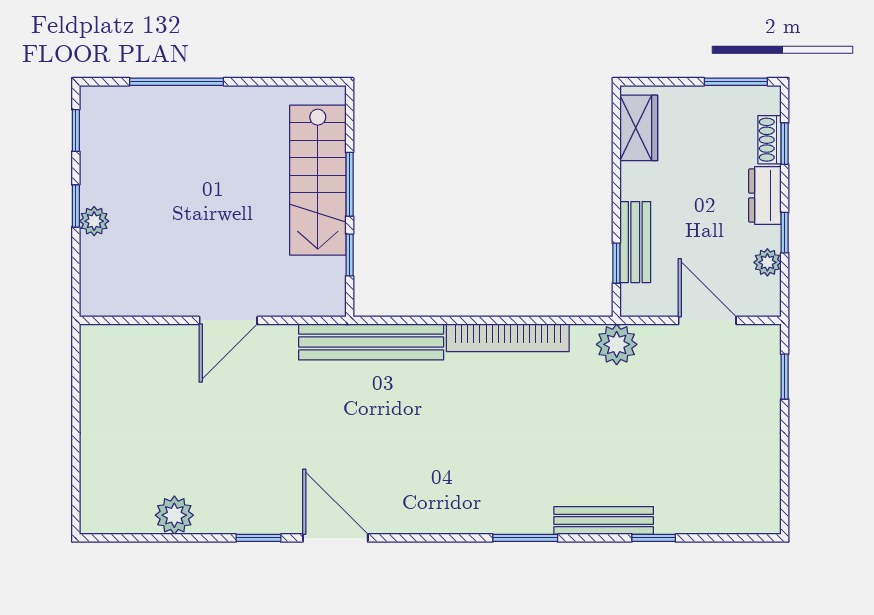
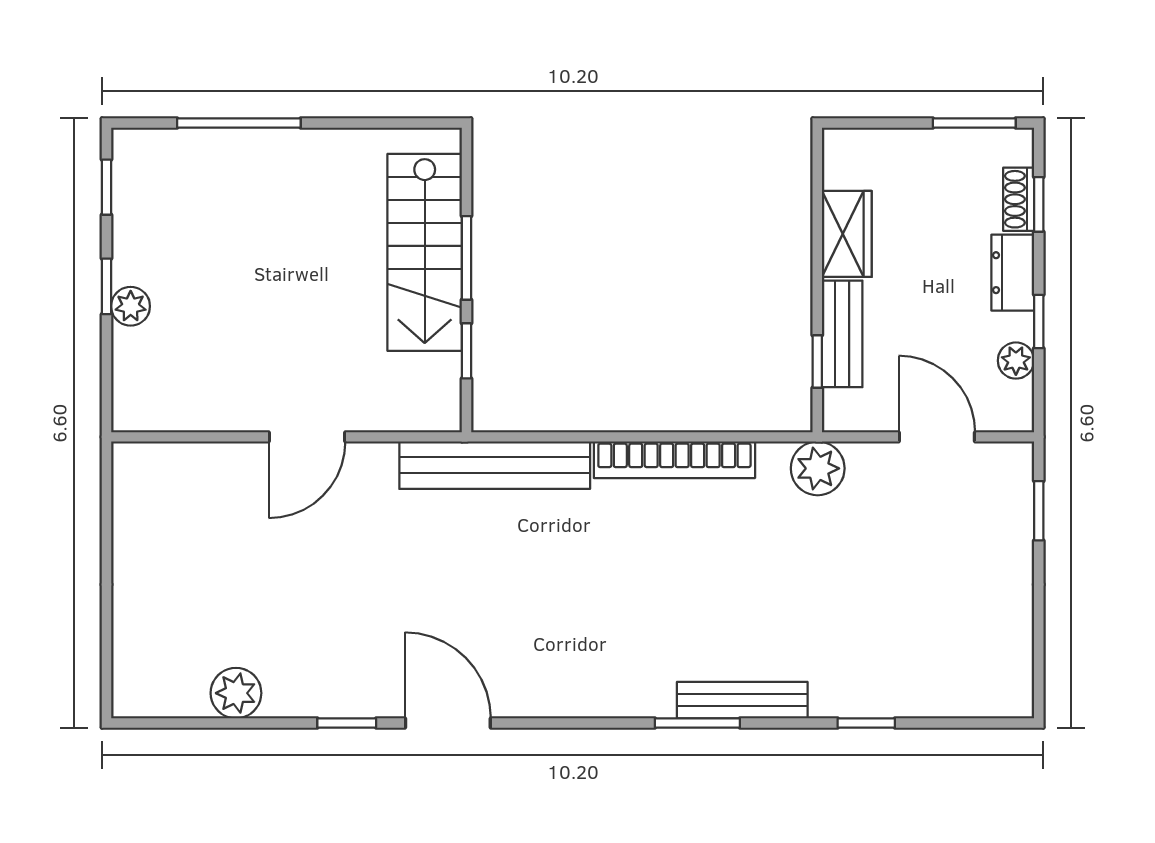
wardrobe: (639, 128) -> (847, 234), moved
bench: (604, 521) -> (742, 700), moved

